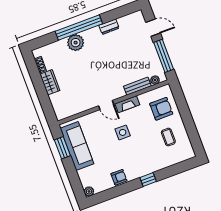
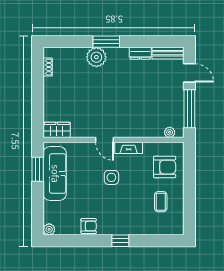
window: (79, 28) -> (106, 42), width x0.47
wardrobe: (50, 82) -> (57, 130), moved, turned -90
bench: (137, 86) -> (168, 53), moved

